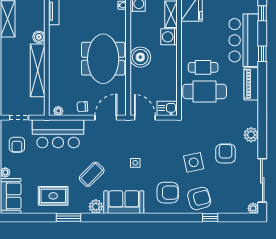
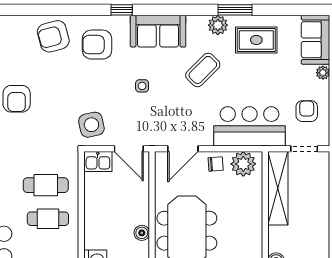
boiler: (140, 57) -> (142, 233), width x0.54, depth x0.54
shelving: (38, 70) -> (278, 188), moved
cafe table: (205, 91) -> (46, 185), width x0.73, depth x0.74
plant: (58, 111) -> (243, 164), width x1.88, depth x1.88
side table: (194, 162) -> (91, 125), moved
plant: (96, 207) -> (218, 25), moved
window: (210, 217) -> (122, 10), moved

